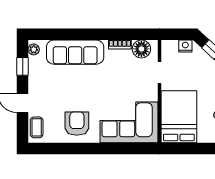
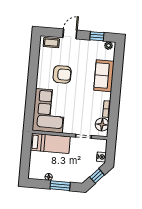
sofa: (75, 52) -> (104, 76), width x0.73
bed: (179, 117) -> (50, 143), width x0.67
armchair: (77, 124) -> (62, 74), moved

